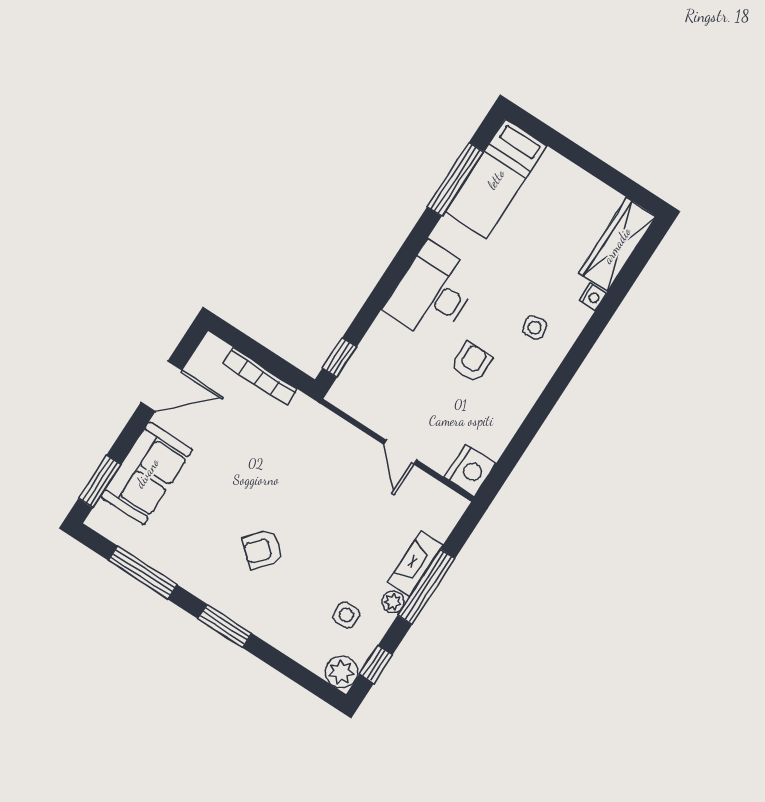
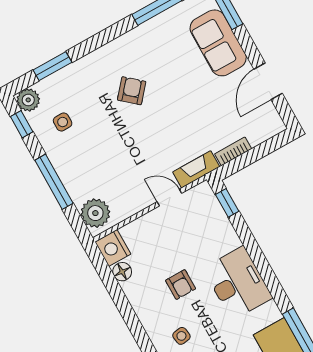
bookcase: (260, 376) -> (233, 151), width x0.64
floor lamp: (494, 443) -> (122, 272), added
door: (400, 452) -> (169, 198), moved
fireplace: (415, 564) -> (196, 169), moved, turned -90
plant: (393, 602) -> (95, 213), moved, width x1.88, depth x1.88
window: (225, 626) -> (52, 66), moved

